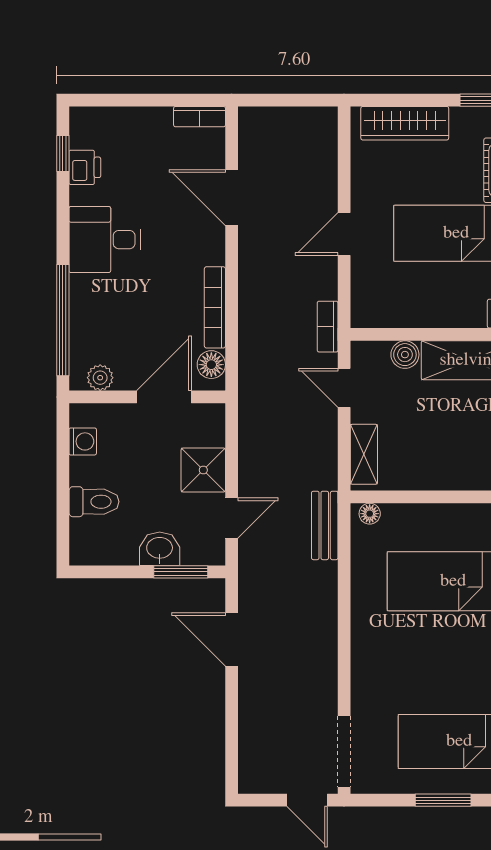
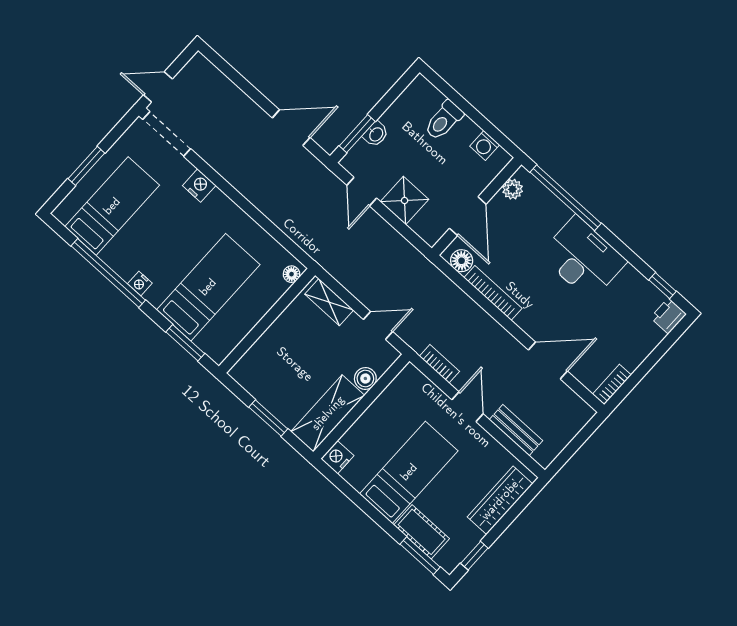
printer: (85, 167) -> (668, 316), moved, turned 90
desk: (105, 240) -> (583, 258), width x1.37
bookcase: (328, 327) -> (439, 364), moved
bench: (325, 525) -> (516, 430), moved
washbasin: (160, 549) -> (376, 134), width x0.72, depth x0.69
nightstand: (365, 677) -> (199, 185), added

